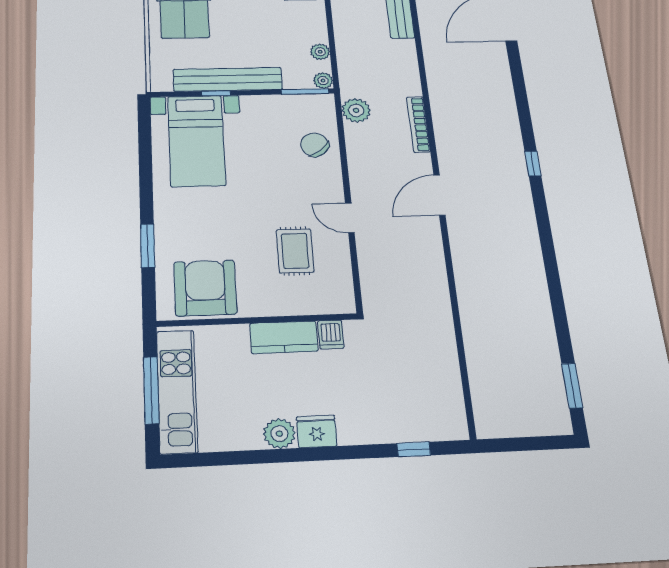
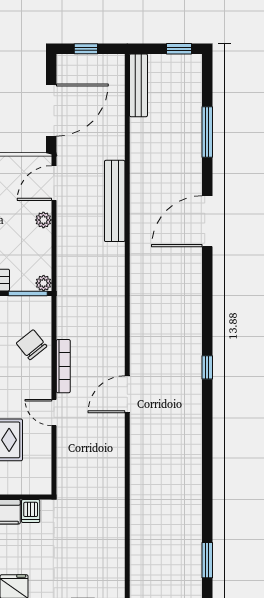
plant: (320, 52) -> (43, 220), moved
plant: (356, 110) -> (68, 313), removed
bookcase: (418, 124) -> (63, 366), moved, turned 180

